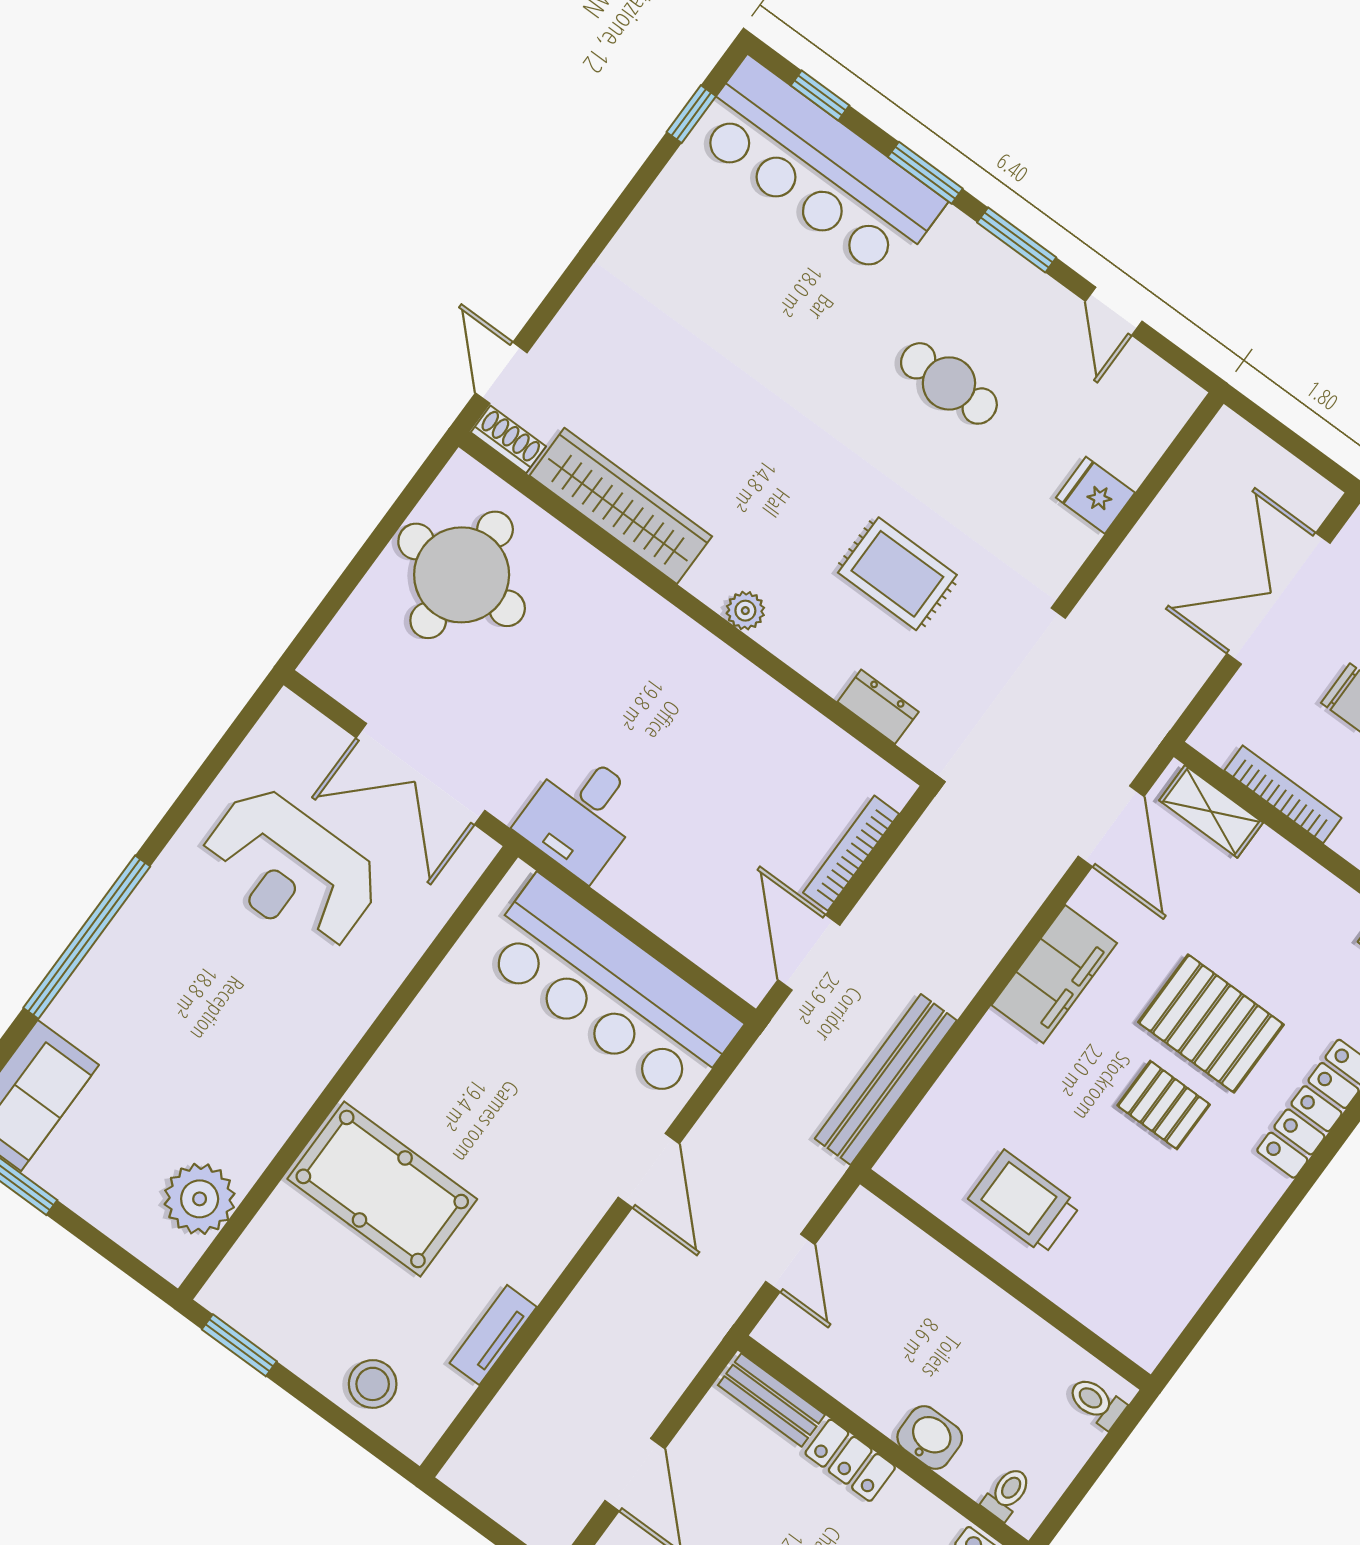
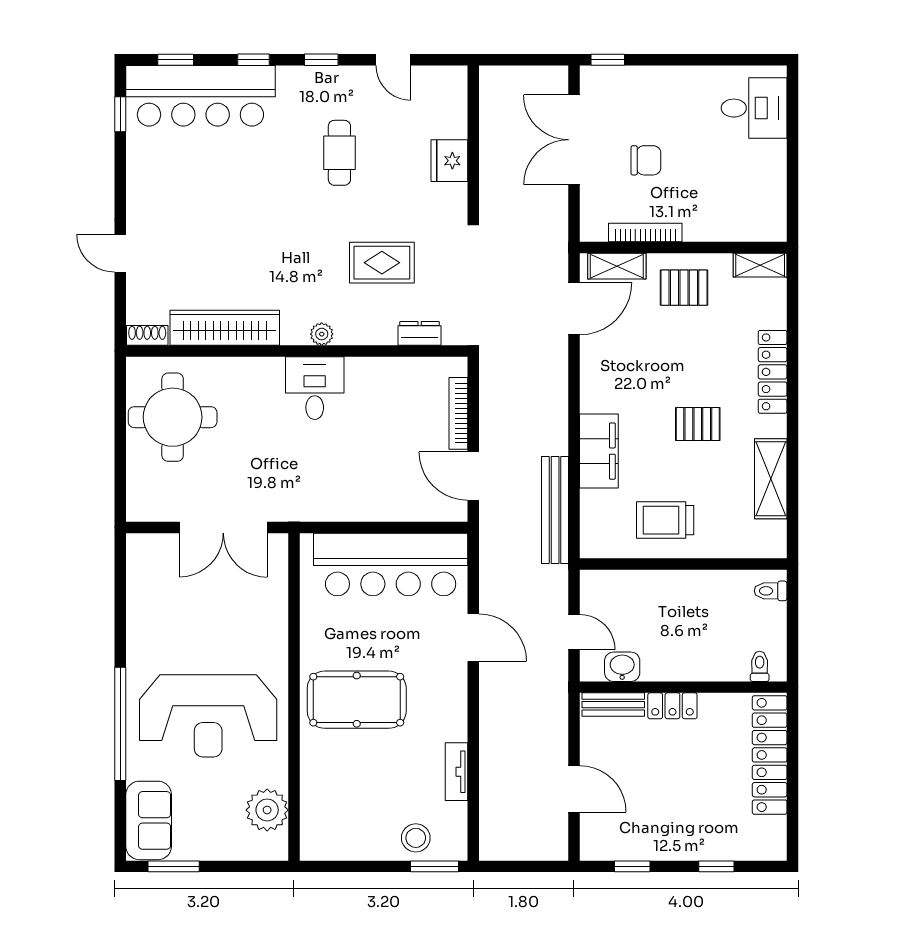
window: (925, 173) -> (254, 60), width x0.67
window: (1017, 240) -> (321, 60), width x0.67
door: (501, 373) -> (120, 253), moved
cafe table: (949, 383) -> (339, 153), turned 90
fridge: (1095, 495) -> (449, 161), width x1.38
desk: (581, 815) -> (315, 388), moved, turned 180
door: (1111, 826) -> (574, 309), hinge flipped
reception desk: (290, 870) -> (208, 716), moved, width x1.36, depth x1.30
filing cabinet: (1054, 974) -> (599, 451), moved
pallet: (1211, 1023) -> (684, 288), moved, width x0.67, depth x0.71
pool table: (382, 1189) -> (357, 700), moved
shelving: (1208, 1251) -> (771, 479), added
window: (239, 1345) -> (435, 866), moved
washbasin: (930, 1438) -> (622, 667), moved

